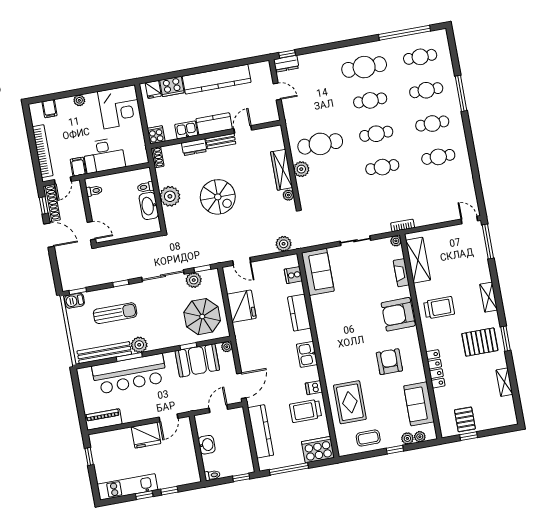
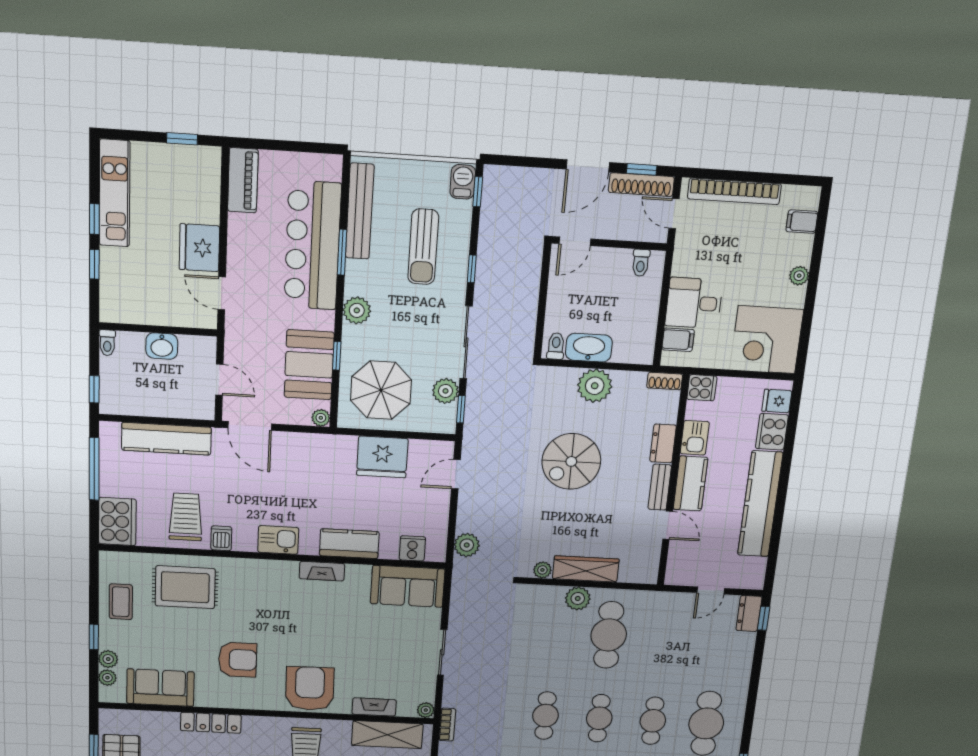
desk: (104, 155) -> (694, 303), width x0.73
filing cabinet: (78, 167) -> (678, 340), moved
toilet: (146, 187) -> (556, 346), moved
fireplace: (320, 325) -> (322, 571), added
plant: (139, 345) -> (357, 310), moved

